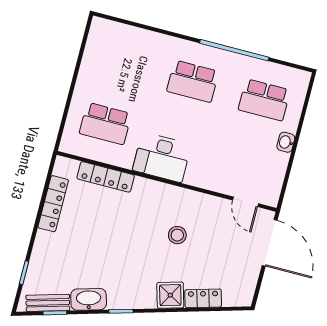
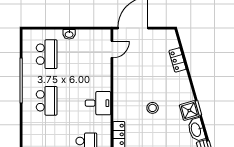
desk: (162, 157) -> (98, 103), width x0.73
stool: (177, 235) -> (153, 108), moved
shower: (170, 295) -> (189, 111), moved

